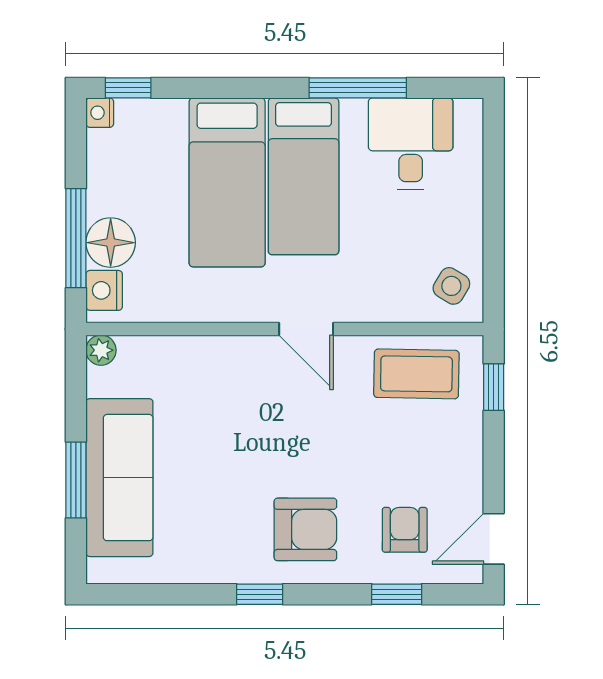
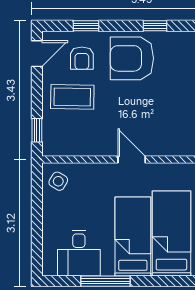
coffee table: (416, 374) -> (72, 97), moved
armchair: (305, 529) -> (132, 58), width x1.36, depth x1.36

